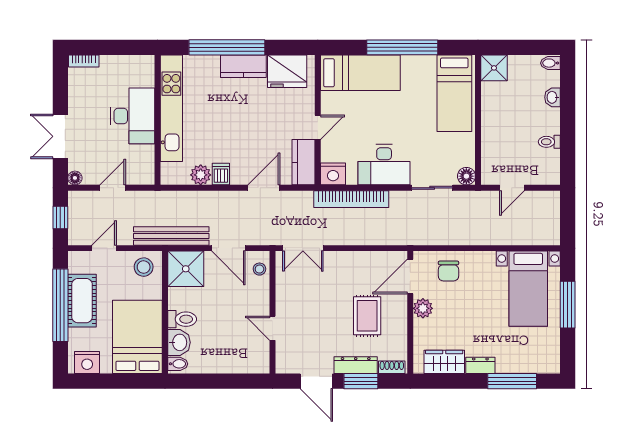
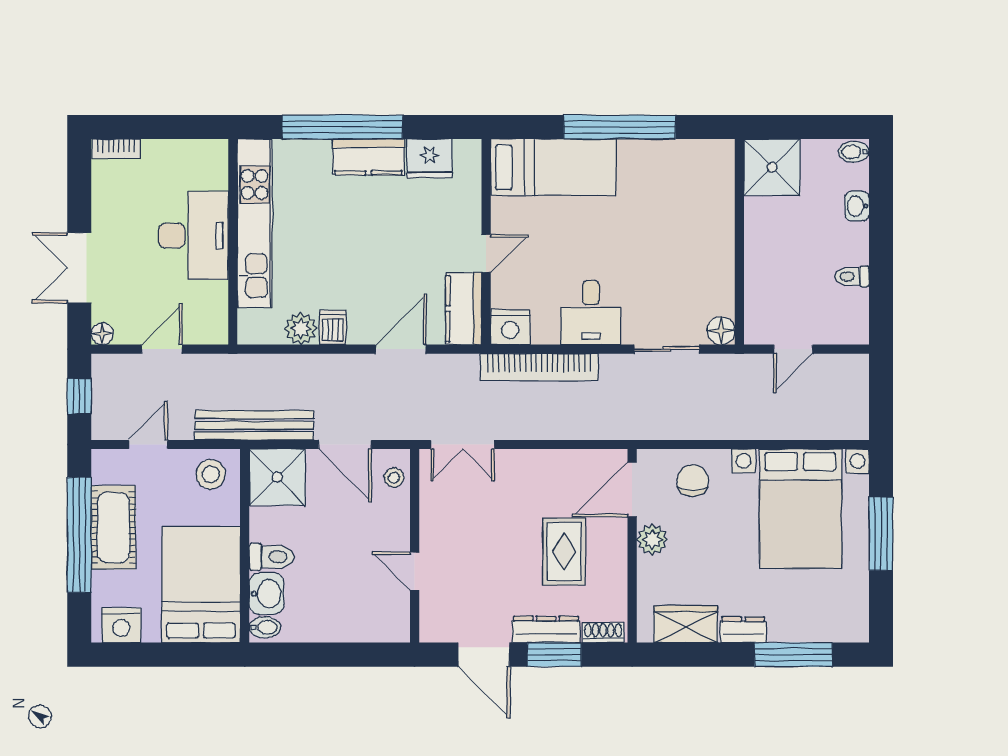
shower: (494, 68) -> (772, 167), width x1.36, depth x1.36
fridge: (287, 71) -> (429, 158), width x0.73, depth x0.75
bed: (454, 93) -> (702, 200), removed
desk: (384, 165) -> (591, 313), width x0.73
chair: (448, 271) -> (693, 481), turned 180
bed with nightstands: (528, 289) -> (800, 509), width x1.36

